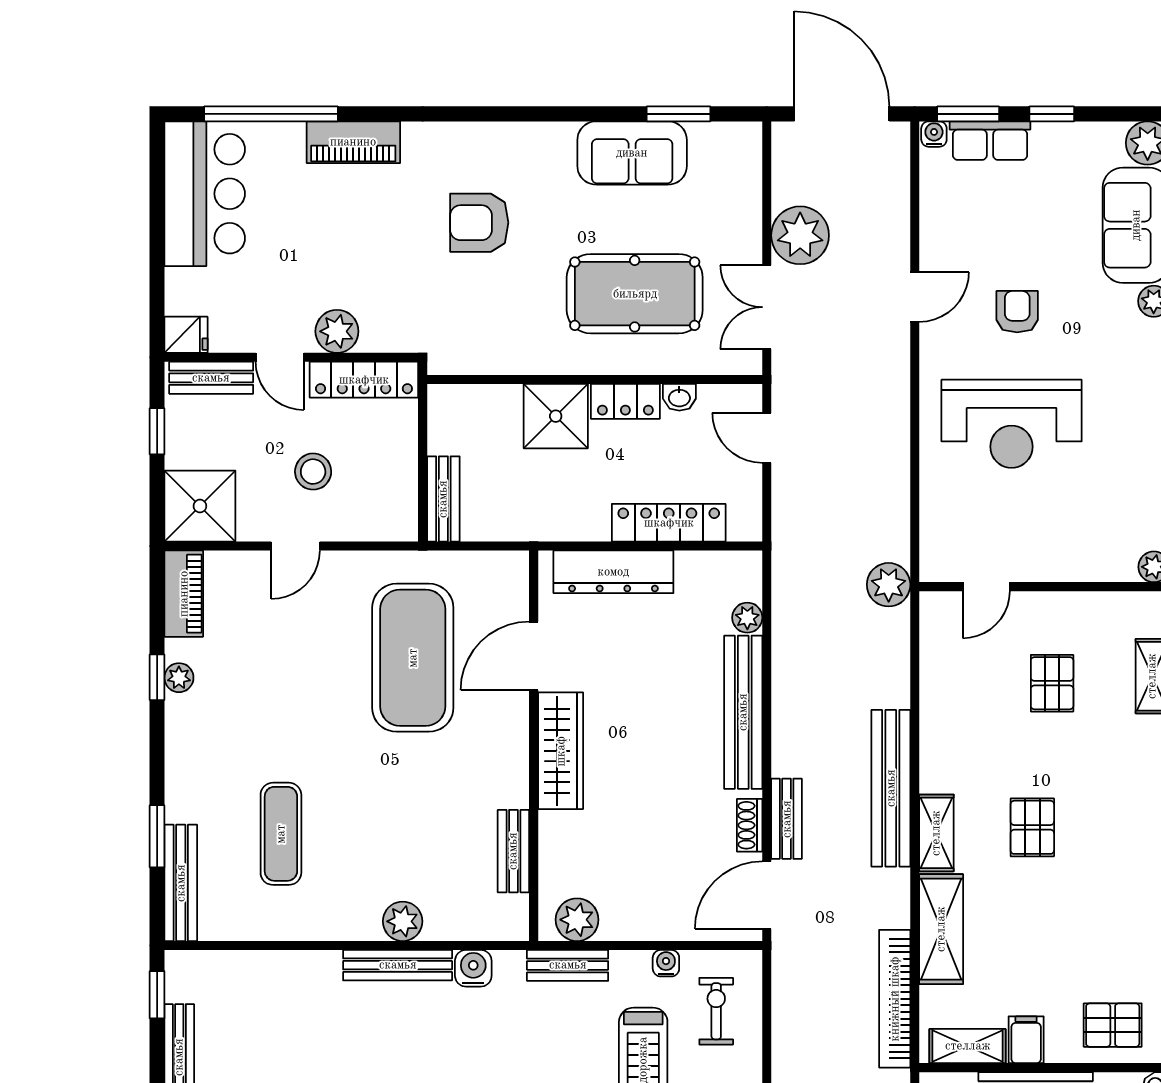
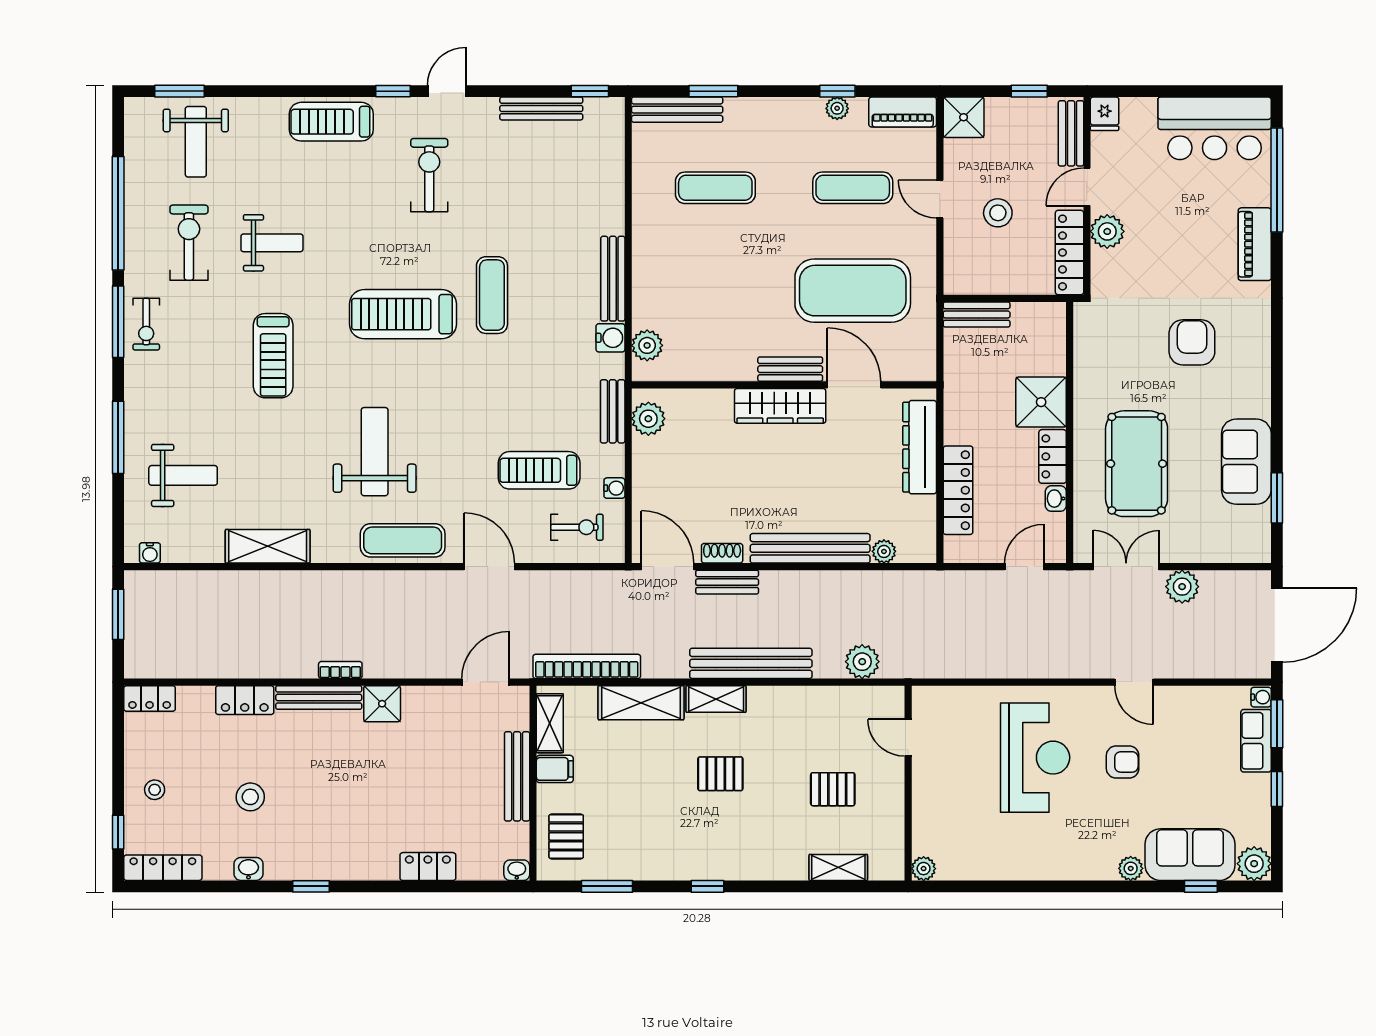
plant: (800, 235) -> (1182, 587), width x0.73, depth x0.73
reception desk: (1012, 424) -> (1035, 758), turned 180
shower: (200, 506) -> (964, 117), width x0.73, depth x0.73
plant: (889, 585) -> (862, 662), moved
exercise mat: (281, 658) -> (853, 188), added
bench: (513, 851) -> (790, 369), moved
plant: (403, 921) -> (647, 345), moved

